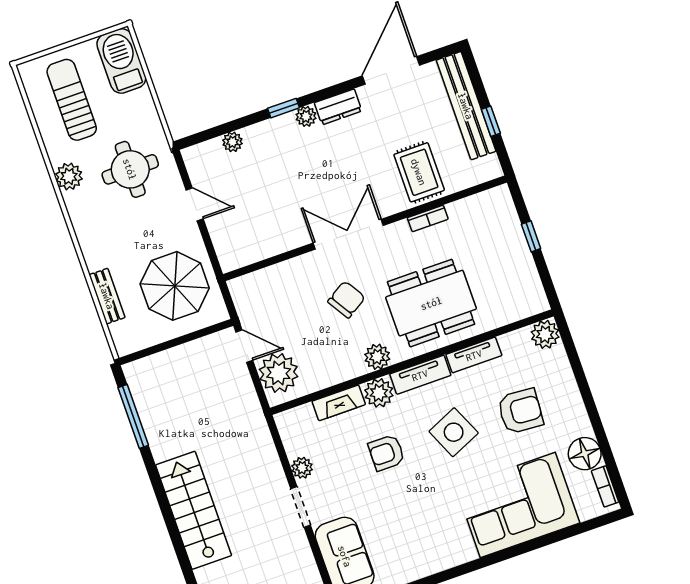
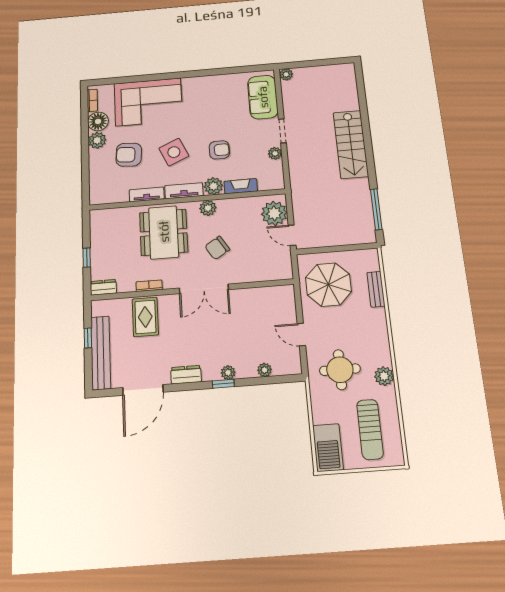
plant: (306, 116) -> (228, 373), moved
dresser: (492, 199) -> (103, 287), added
dining table: (431, 303) -> (164, 232), turned 90
plant: (545, 334) -> (97, 140), moved

